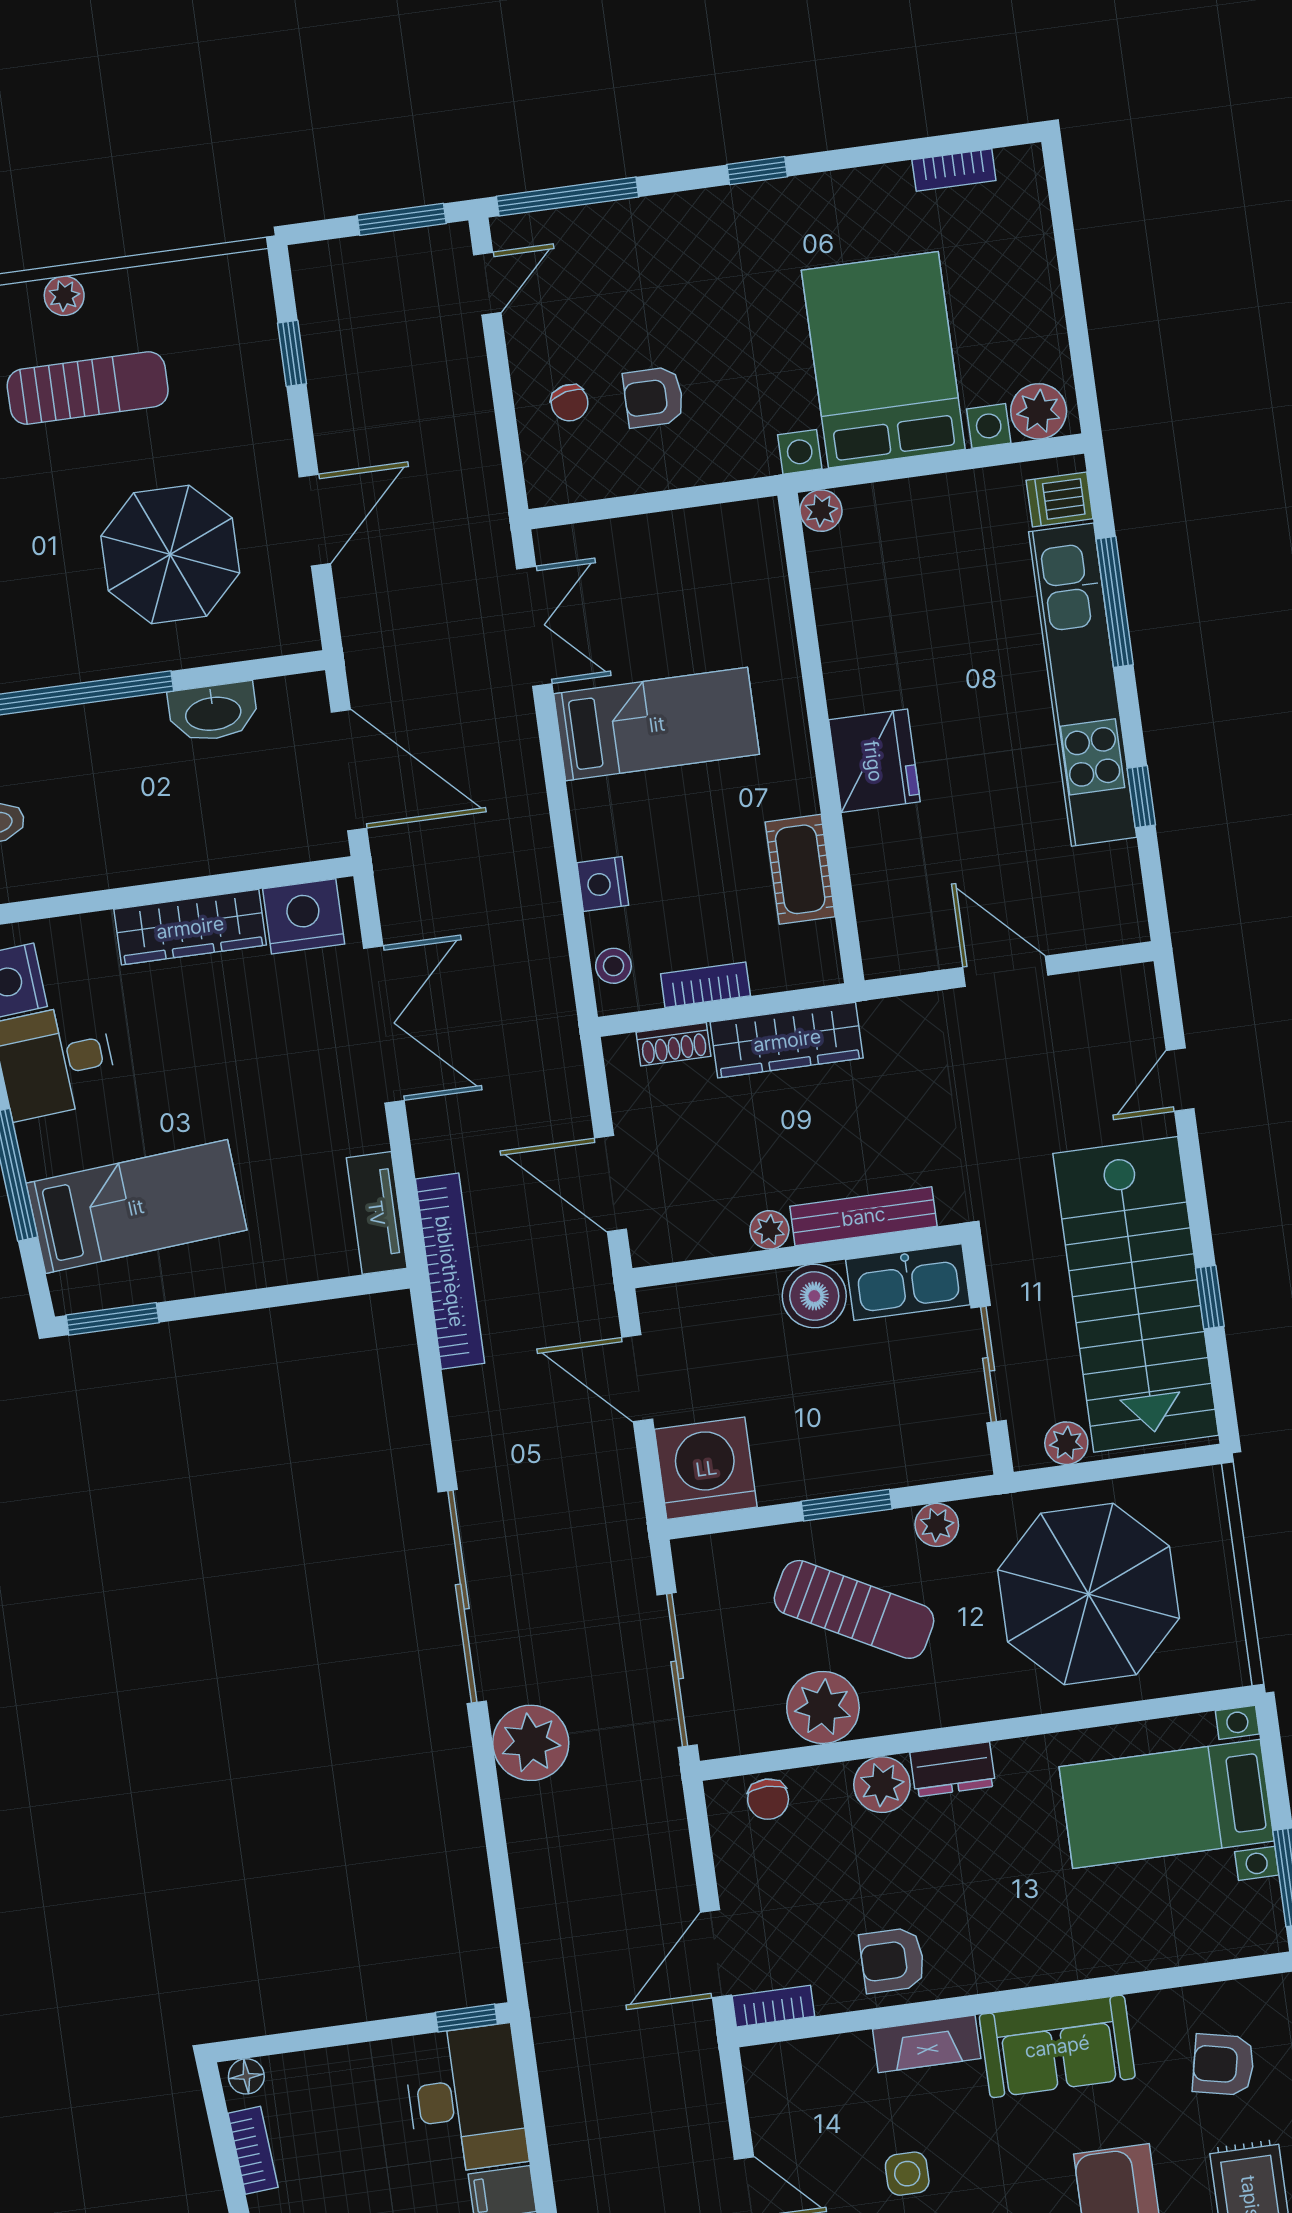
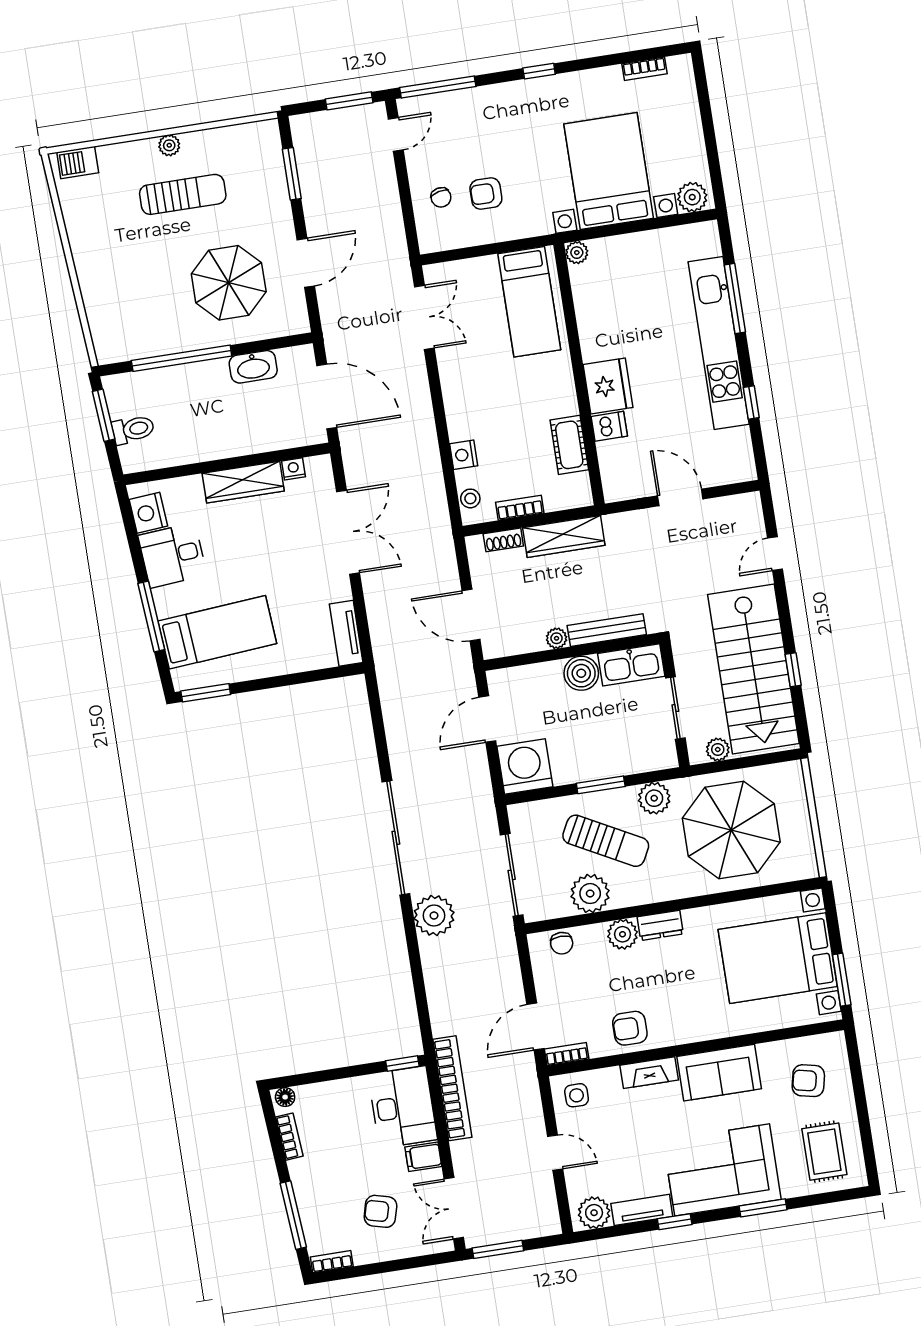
window: (292, 353) -> (292, 174), width x1.50
dishwasher: (1060, 499) -> (609, 426), moved, turned 180
bed: (657, 724) -> (529, 302), moved, turned 90
nightstand: (304, 916) -> (293, 469), width x0.53, depth x0.56
bookcase: (450, 1271) -> (452, 1088), moved
door: (637, 1378) -> (487, 719), hinge flipped
plant: (937, 1525) -> (654, 798), width x1.38, depth x1.38
bed with nightstands: (1167, 1804) -> (778, 958), width x1.36
side table: (907, 2174) -> (577, 1095), moved

